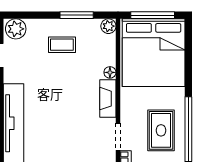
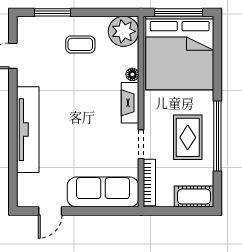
window: (77, 15) -> (53, 12), moved
plant: (108, 26) -> (124, 31), width x1.87, depth x1.87
plant: (16, 29) -> (30, 27), removed

